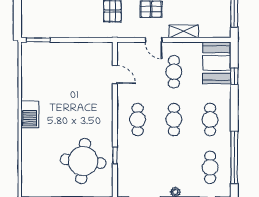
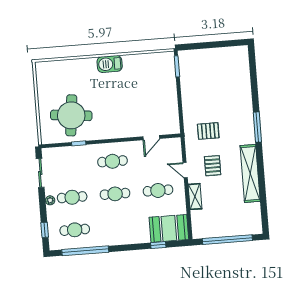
door: (154, 40) -> (185, 170), hinge flipped
cafe table: (210, 120) -> (72, 197), moved

